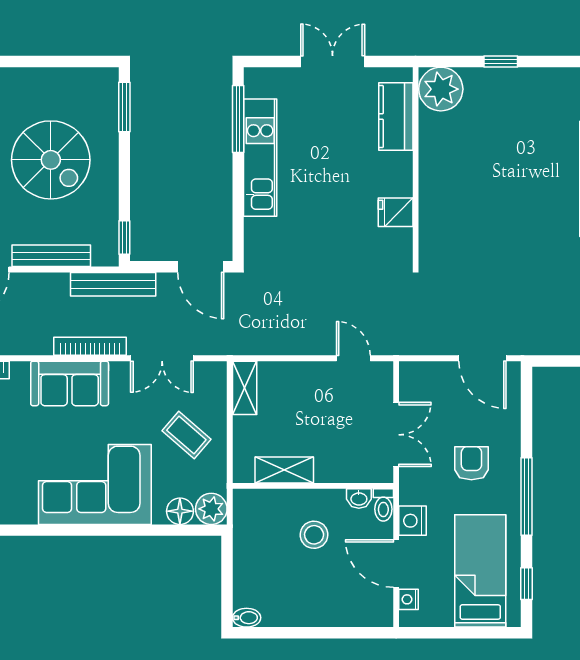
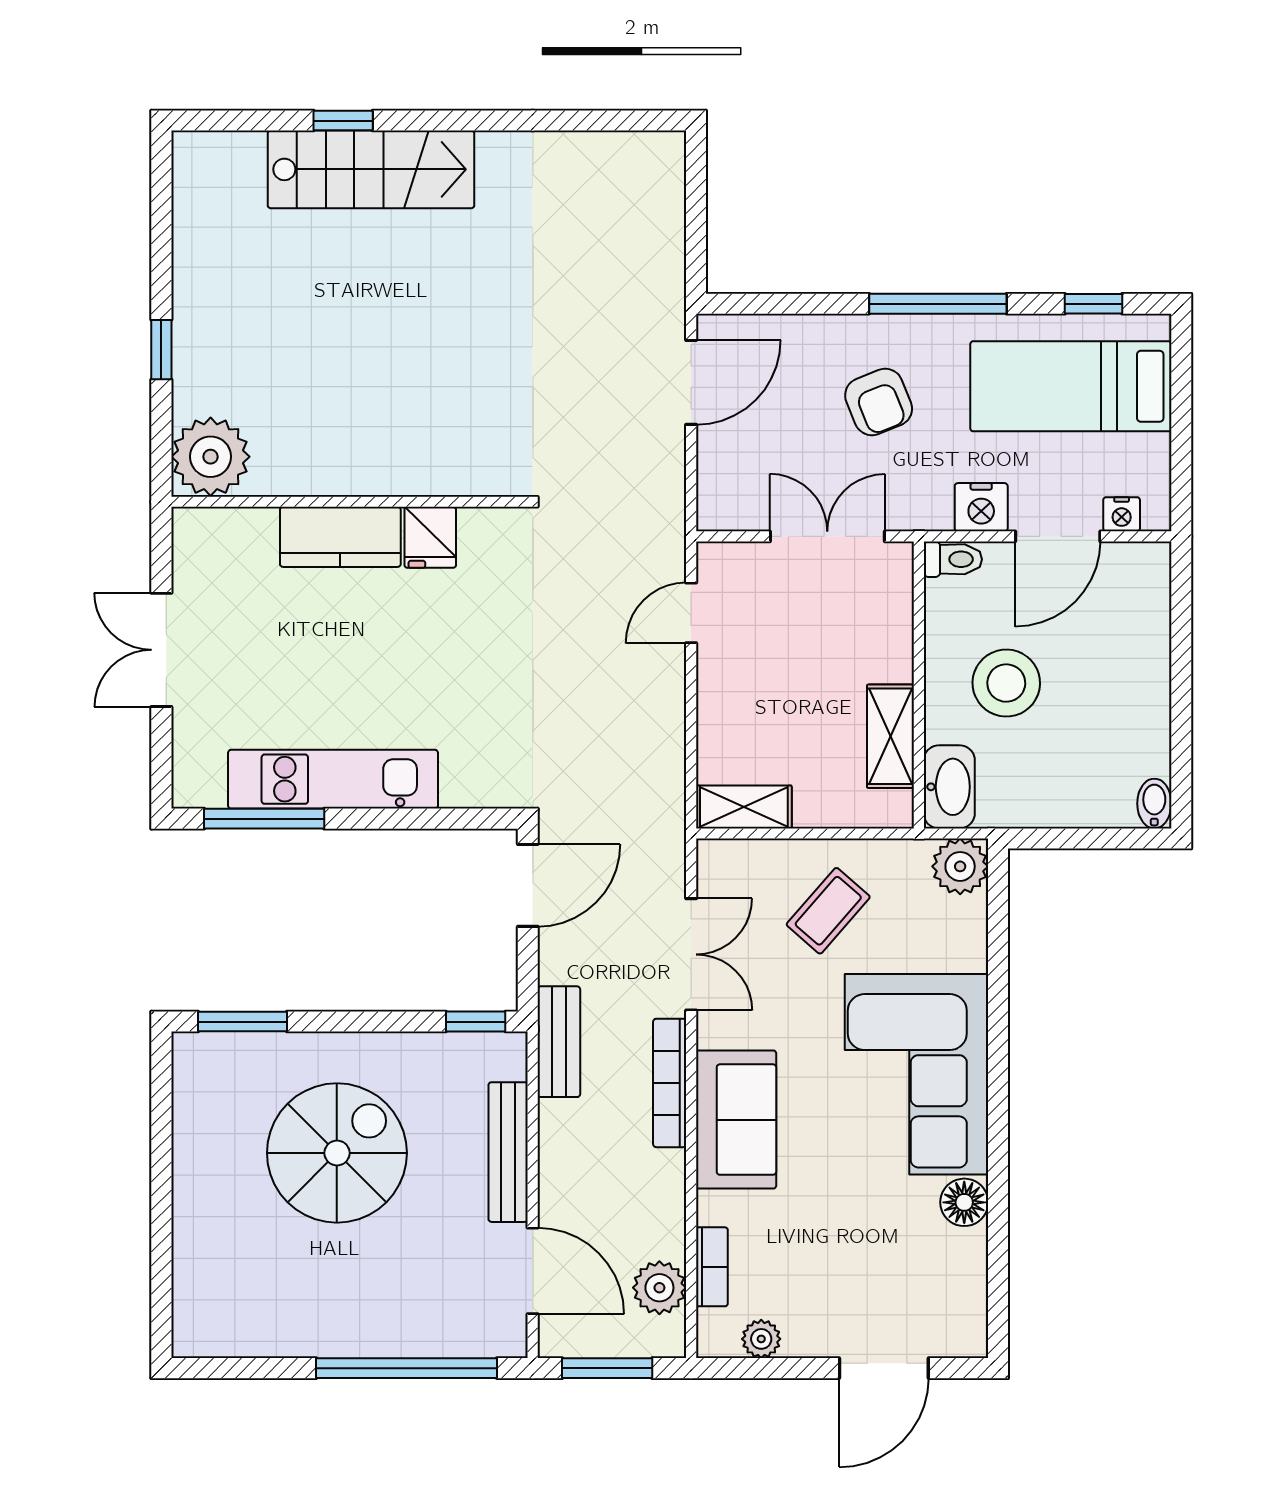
kitchen counter: (396, 117) -> (340, 537), moved
bench: (113, 284) -> (559, 1042), width x0.73
armchair: (471, 463) -> (879, 402), turned -112
washbasin: (359, 498) -> (949, 787), moved, width x1.91, depth x1.45
floor lamp: (180, 511) -> (964, 1202), moved
stool: (314, 535) -> (1006, 683), width x1.38, depth x1.38

